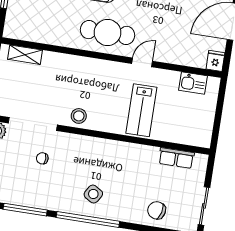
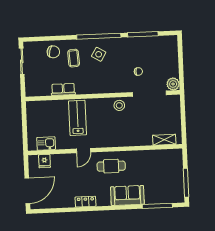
cafe table: (108, 32) -> (111, 166), width x0.73, depth x0.74
fridge: (215, 61) -> (44, 161), moved
row of seats: (176, 158) -> (63, 89), moved
coffee table: (130, 196) -> (74, 58), added

